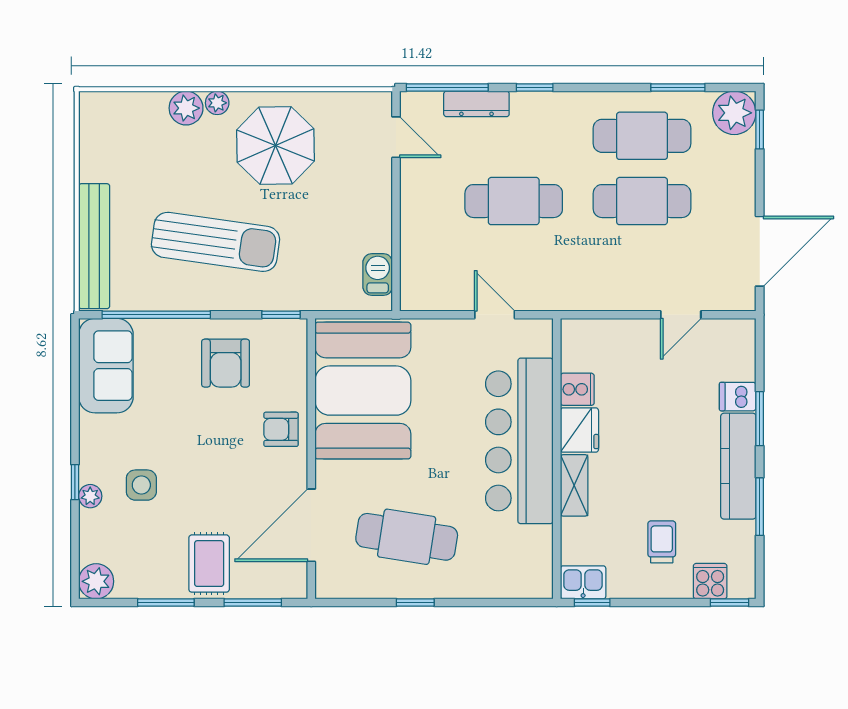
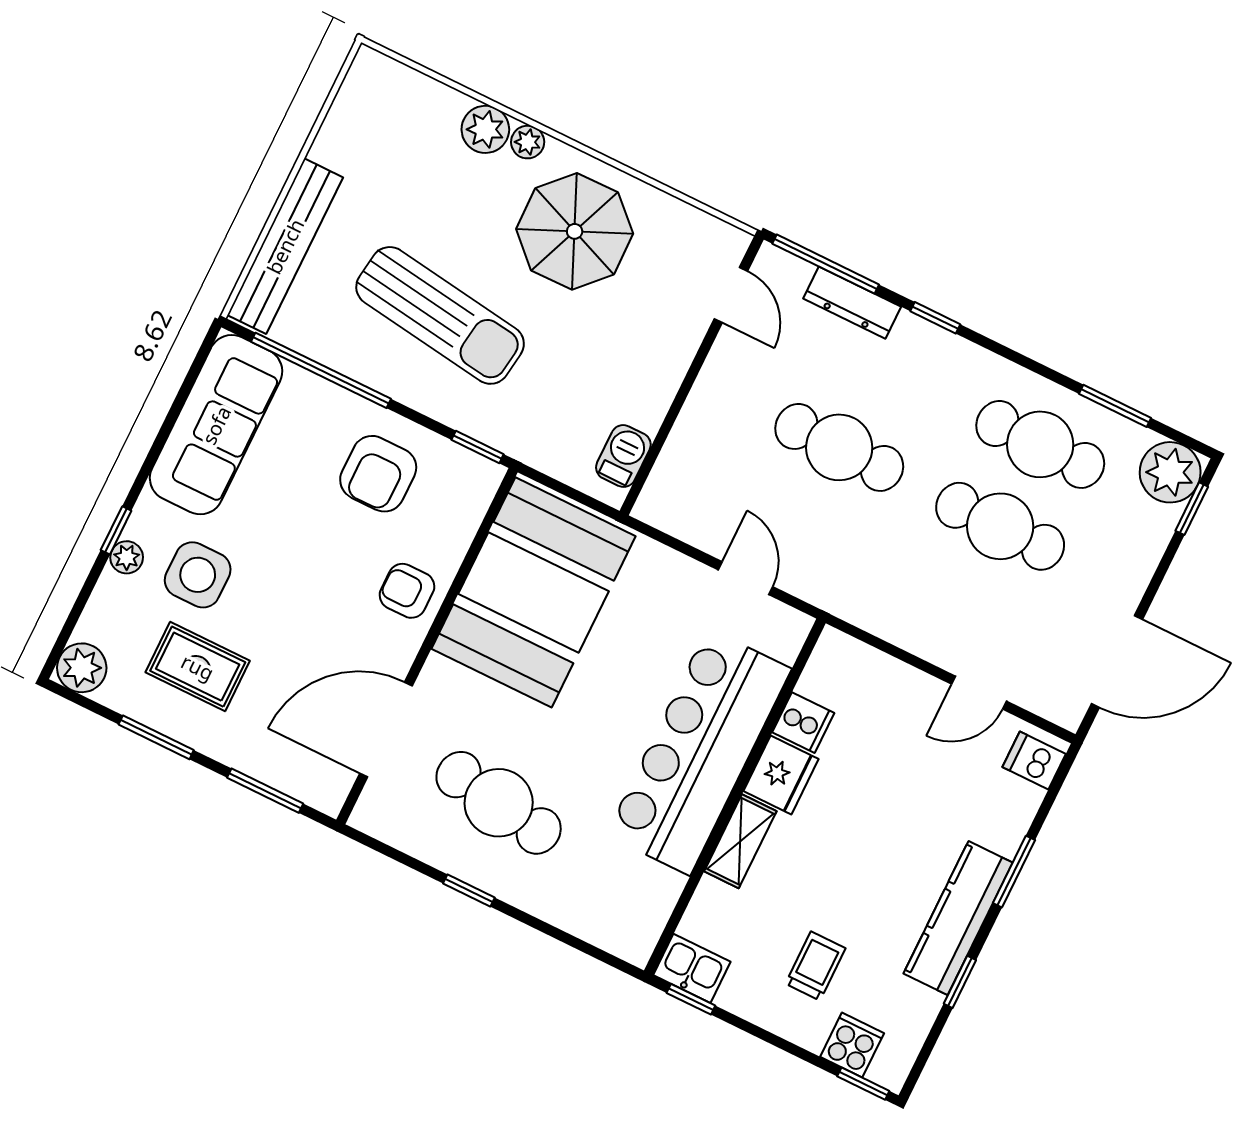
sofa: (106, 366) -> (216, 425), width x1.36
dishwasher: (738, 397) -> (1034, 761), moved
side table: (141, 485) -> (198, 575), width x1.37, depth x1.37
window: (760, 507) -> (960, 982), width x0.67
rug: (209, 564) -> (198, 667), moved, turned 90

